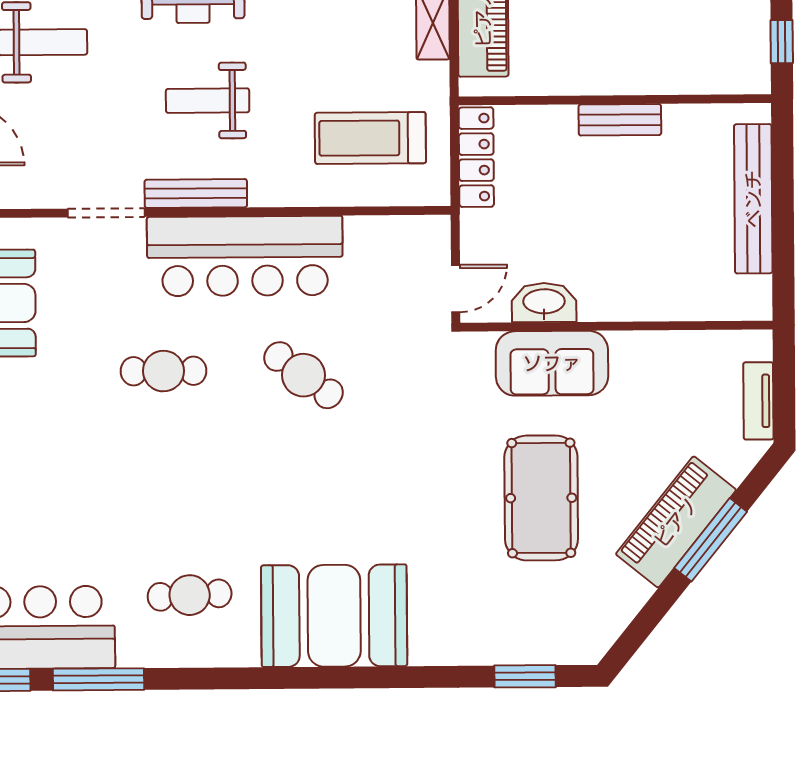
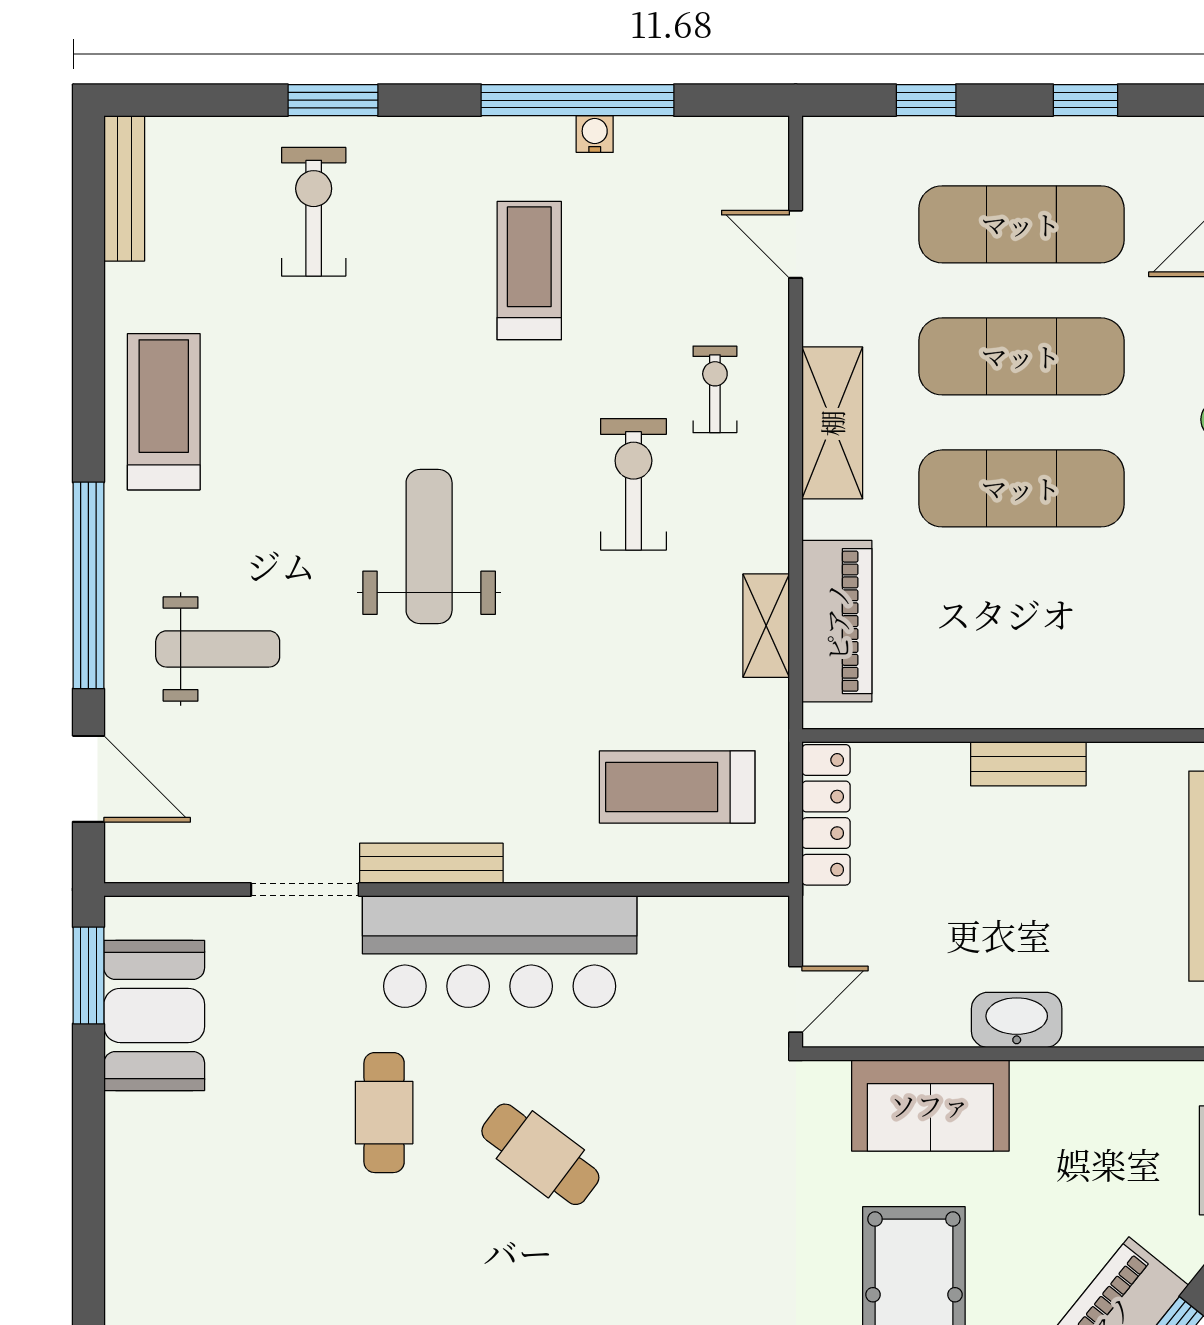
weight bench: (208, 101) -> (449, 733), removed
washbasin: (544, 302) -> (1017, 1020), moved
cafe table: (163, 371) -> (384, 1113), turned 90
cafe table: (303, 375) -> (540, 1154), moved

